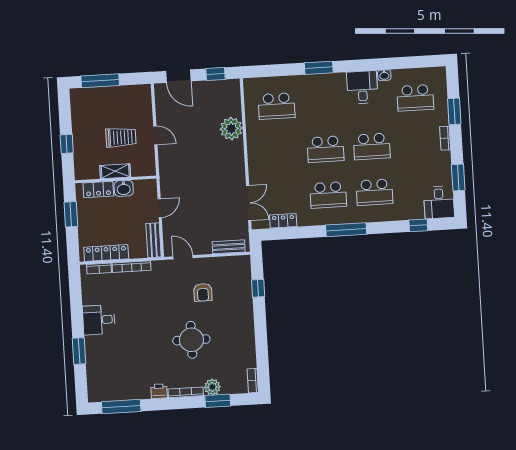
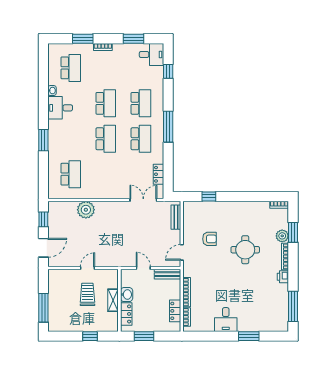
locker: (106, 253) -> (175, 311), width x0.66

